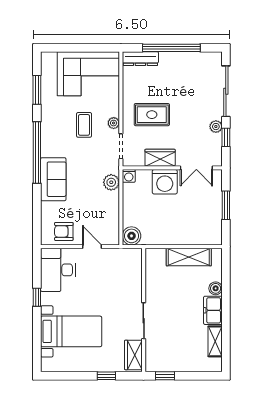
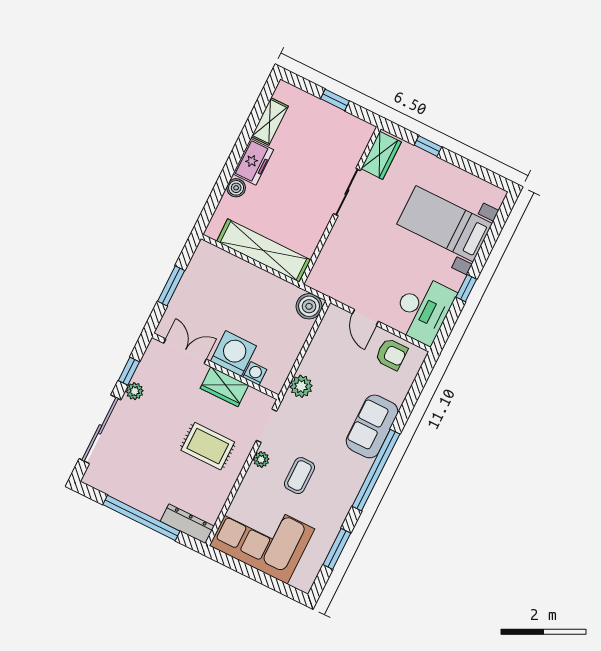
washing machine: (129, 176) -> (255, 373), moved
shelving: (189, 257) -> (263, 250), width x1.47
window: (165, 376) -> (335, 100), moved

